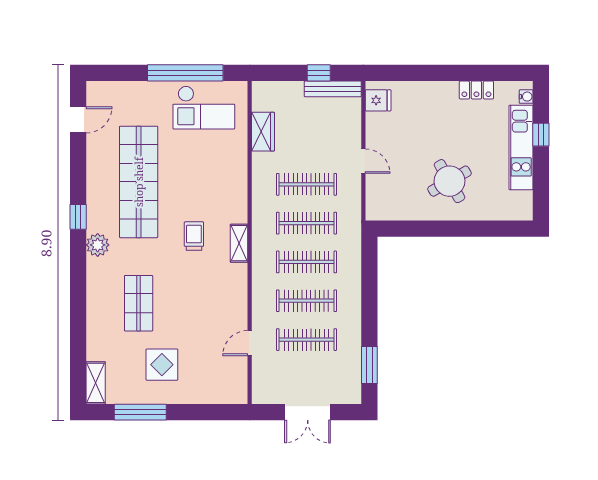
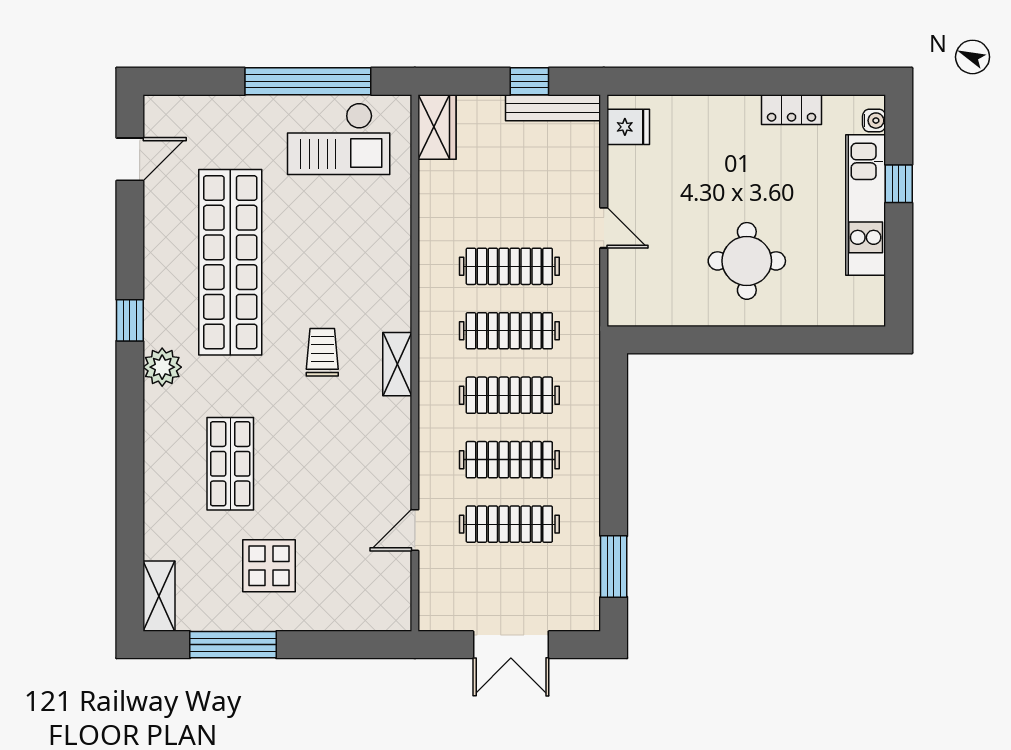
wardrobe: (263, 132) -> (437, 127), moved
round table: (449, 181) -> (747, 261), turned 30

